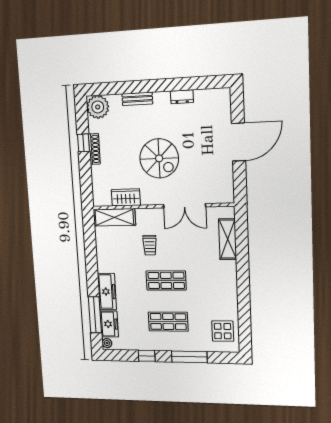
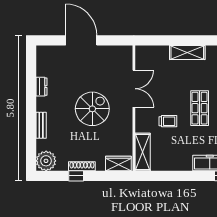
wardrobe: (126, 197) -> (118, 163), moved, turned 90
shelving: (228, 239) -> (187, 53), moved

